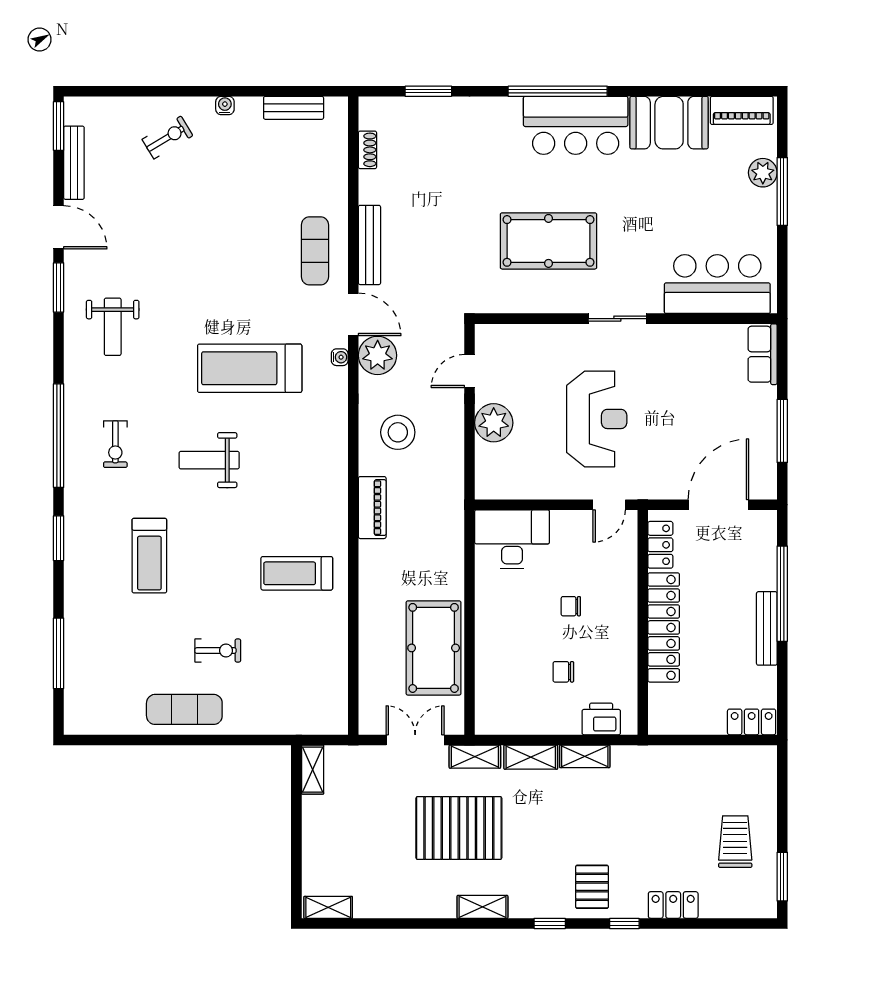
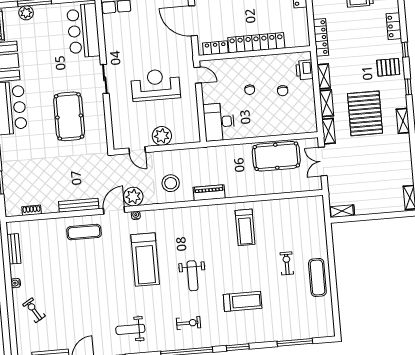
weight bench: (113, 327) -> (130, 329), turned 180
locker: (663, 757) -> (321, 37), added
pallet: (459, 828) -> (365, 113), moved

